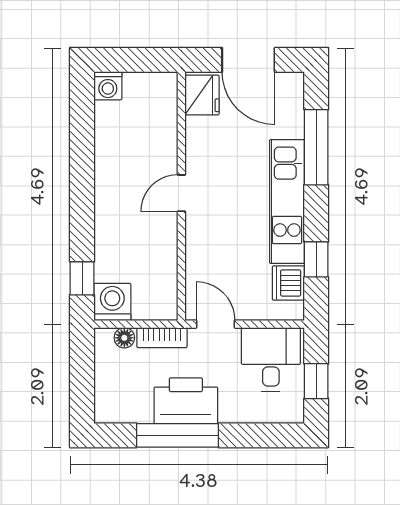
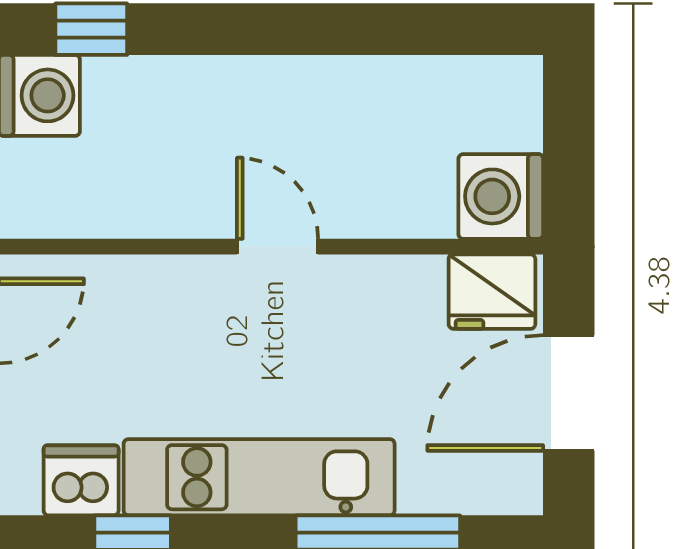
washing machine: (108, 86) -> (501, 196), moved, width x1.38, depth x1.38

